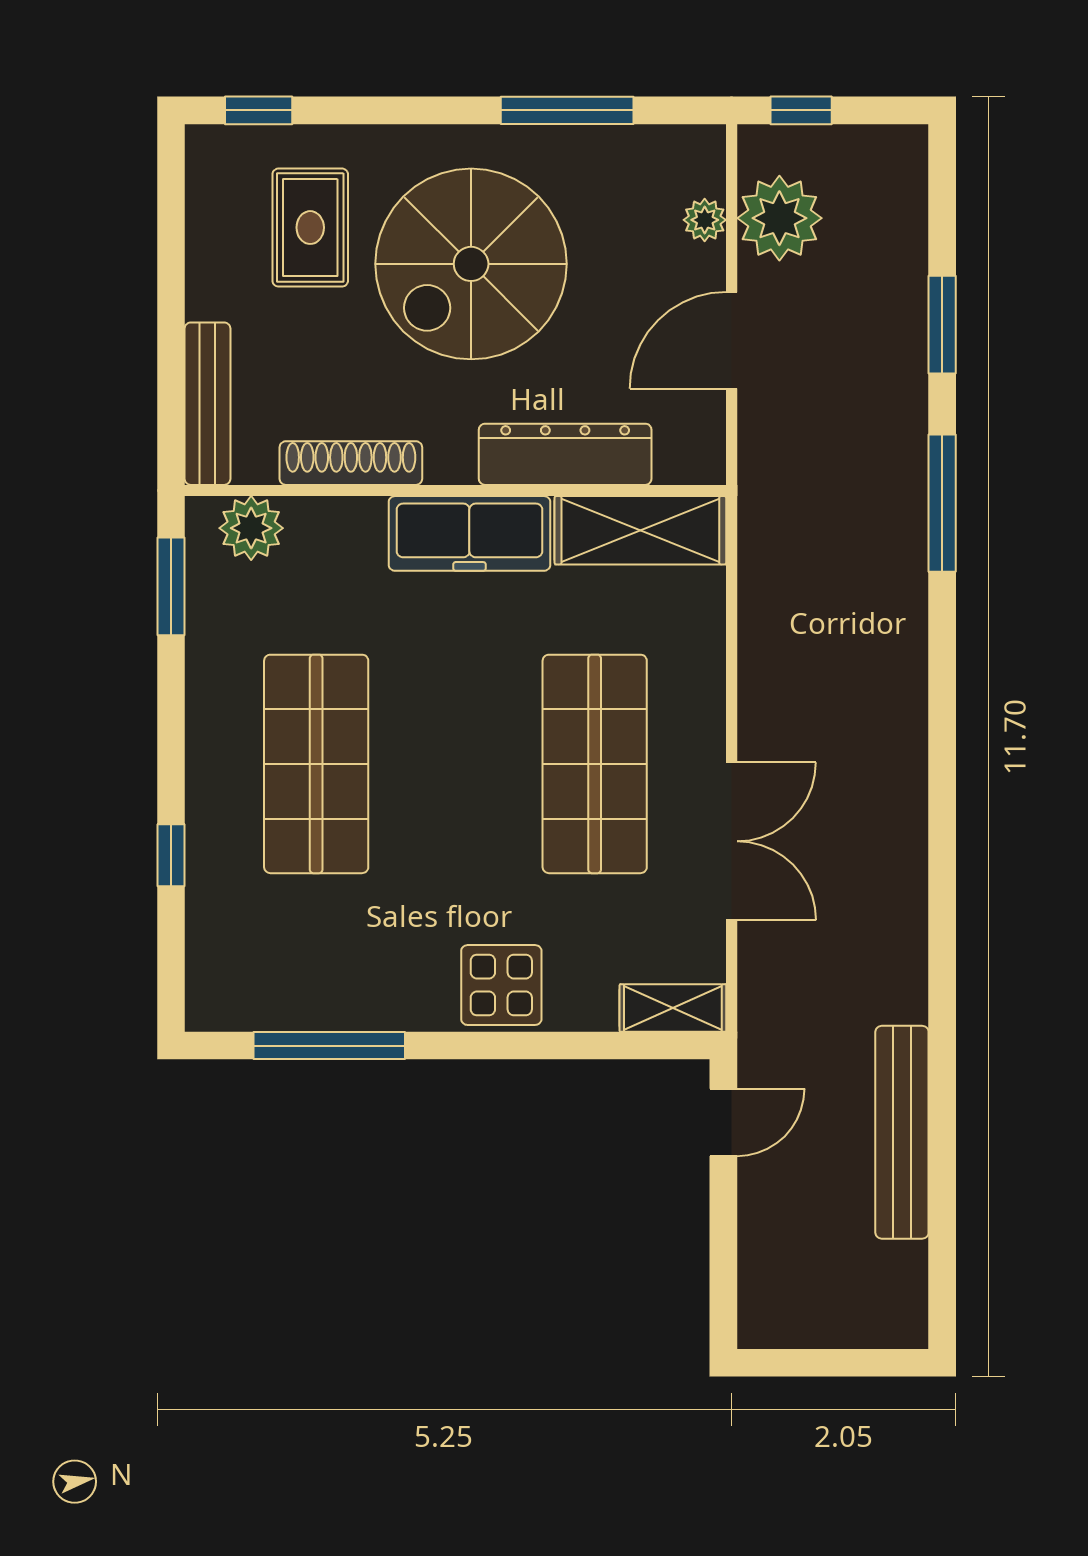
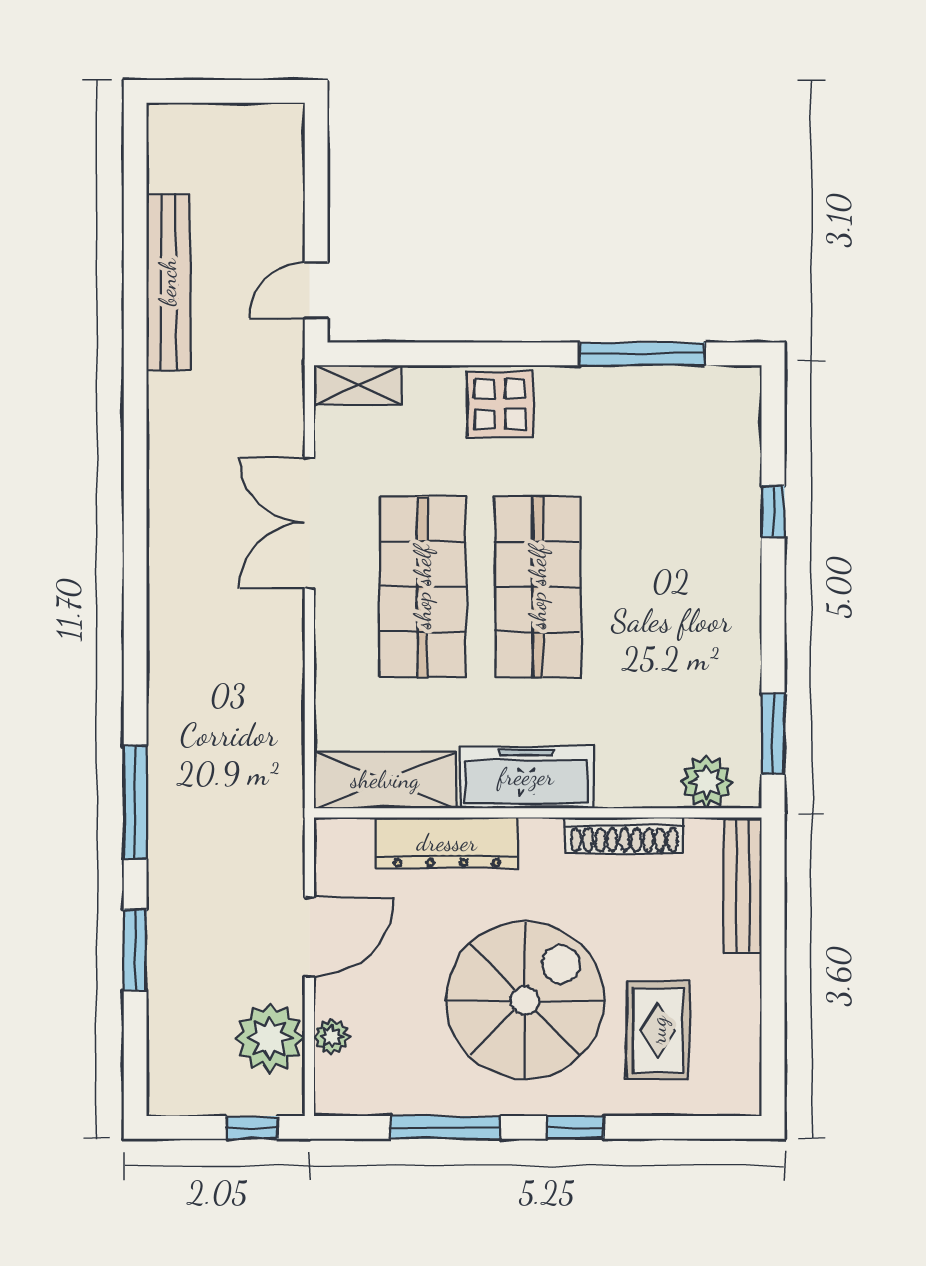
window: (259, 110) -> (575, 1127), moved
shop shelf: (316, 764) -> (538, 587), moved

